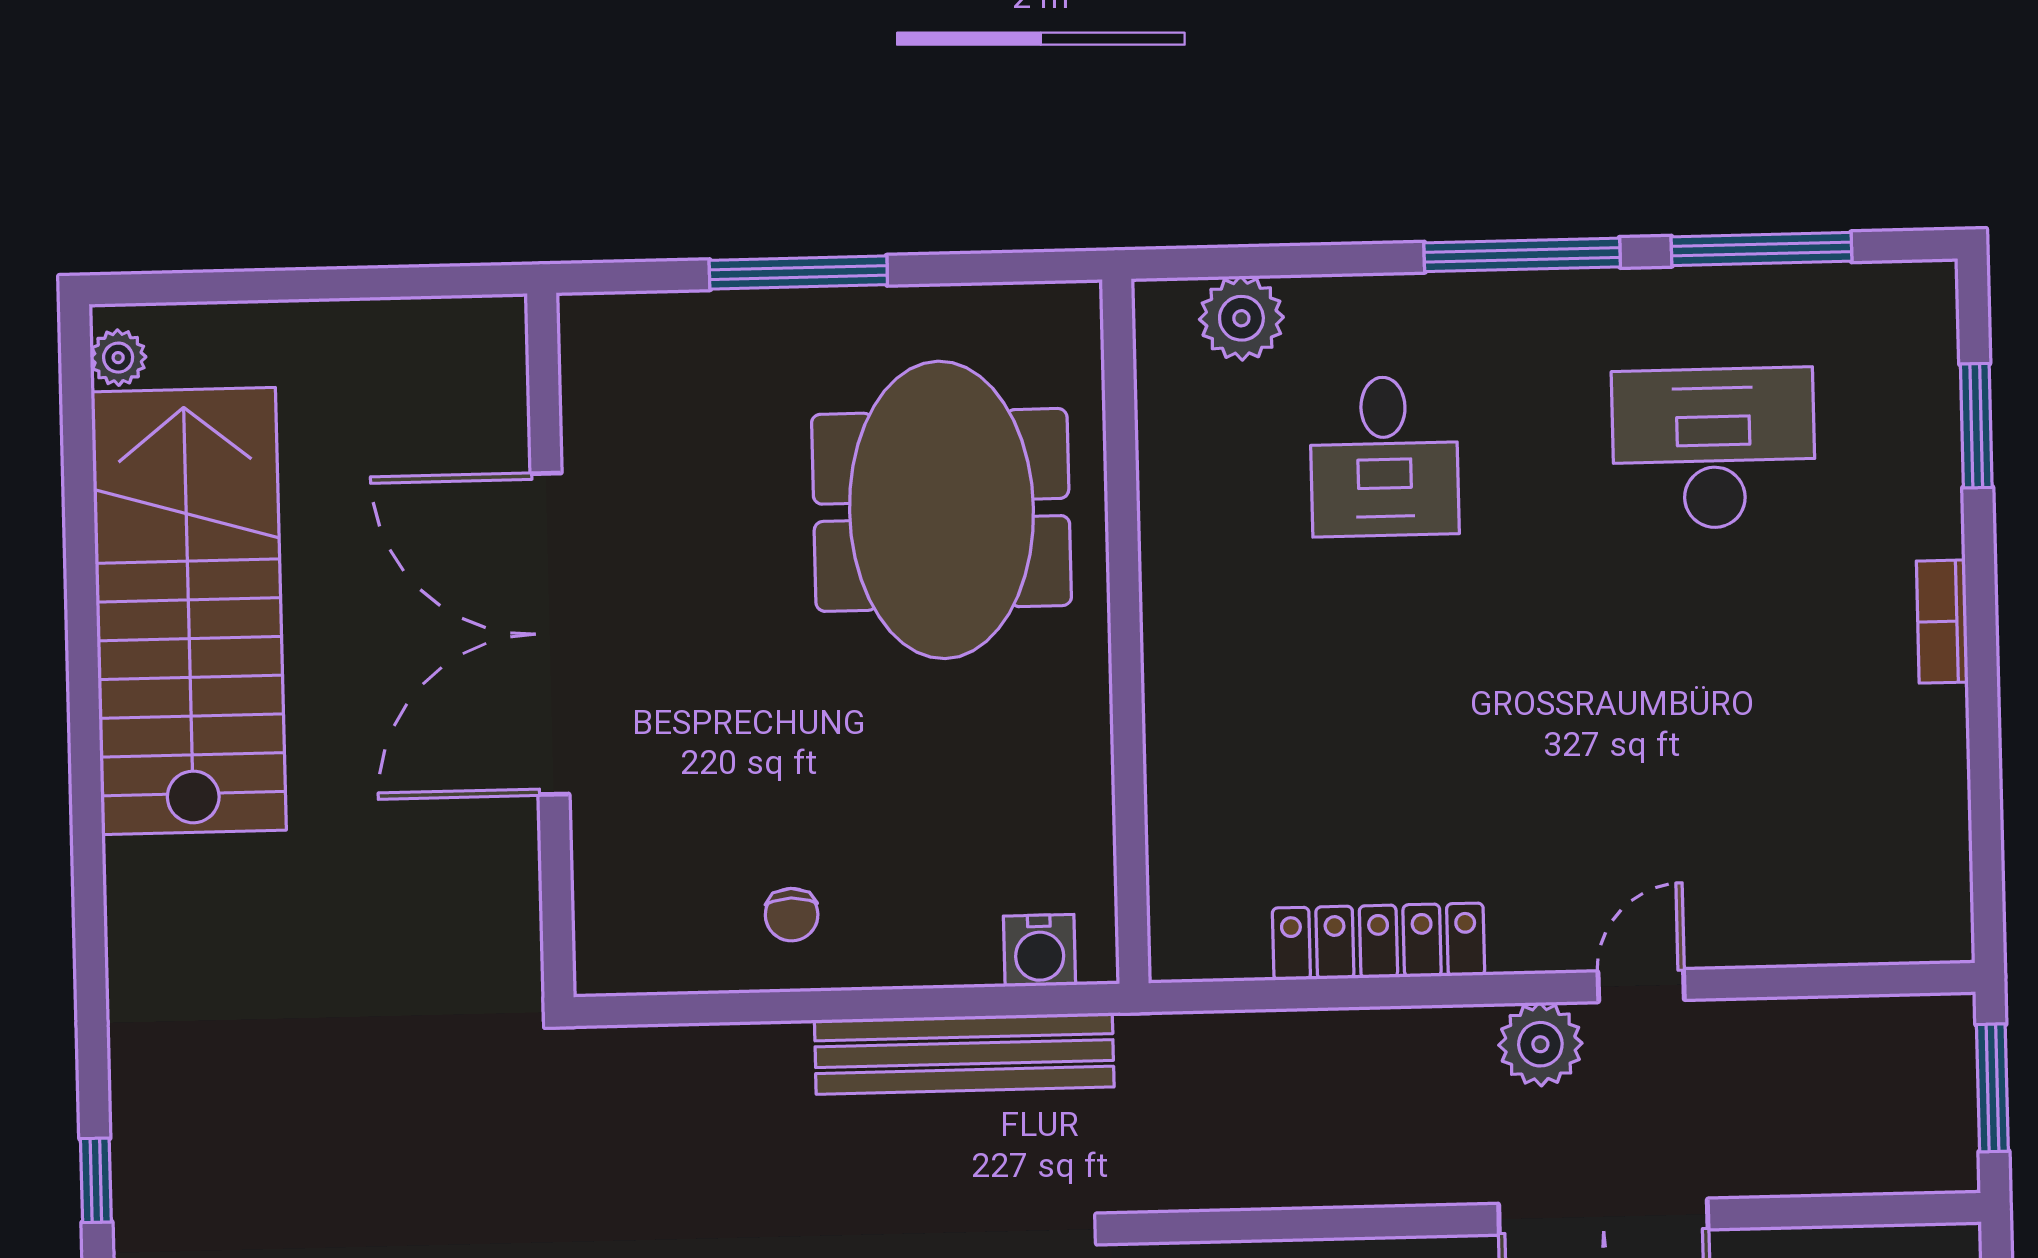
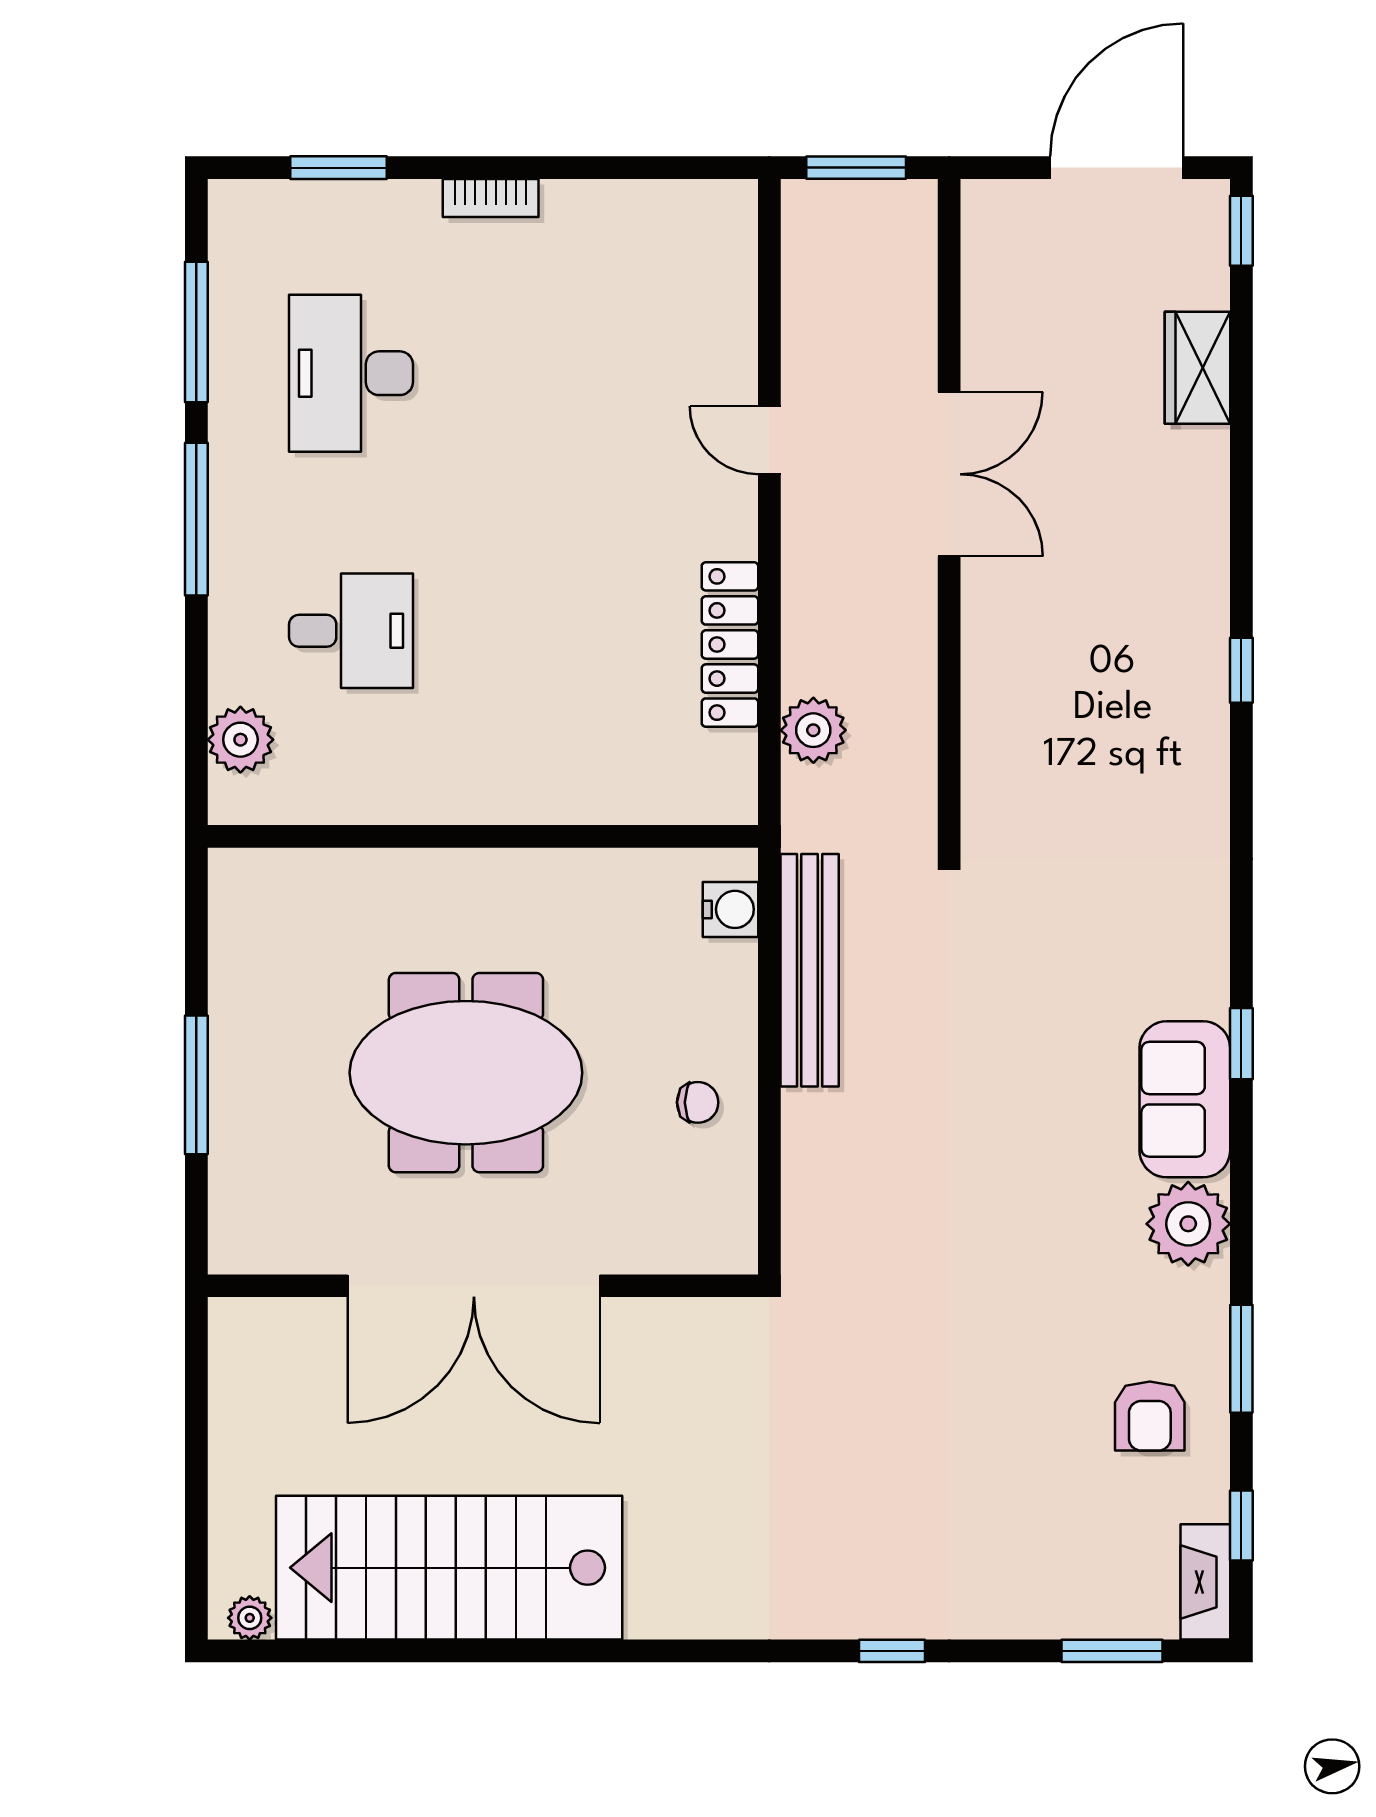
meeting table: (941, 510) -> (466, 1073), moved
plant: (1540, 1044) -> (813, 730), moved

